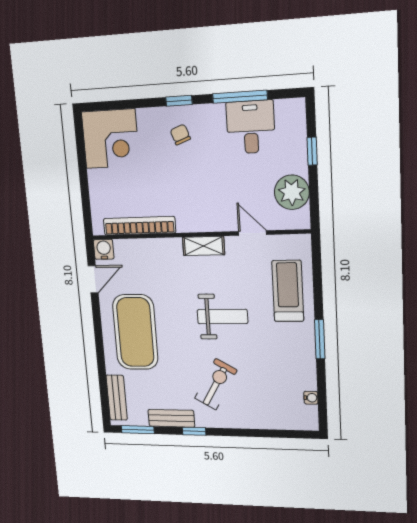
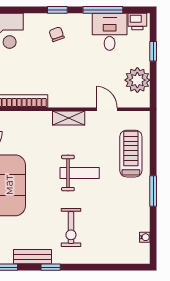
printer: (288, 110) -> (137, 21), added
exercise bike: (216, 384) -> (71, 228), turned 150

